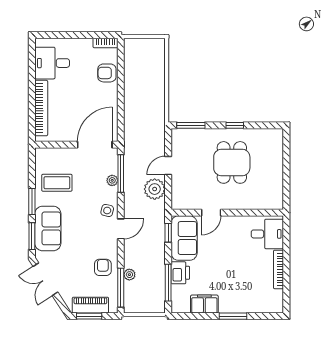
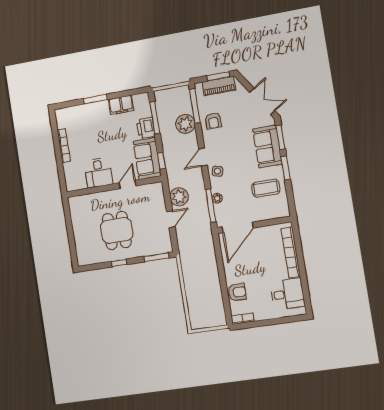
desk: (267, 234) -> (99, 173), moved, turned -90
plant: (129, 275) -> (185, 124), width x1.87, depth x1.87

